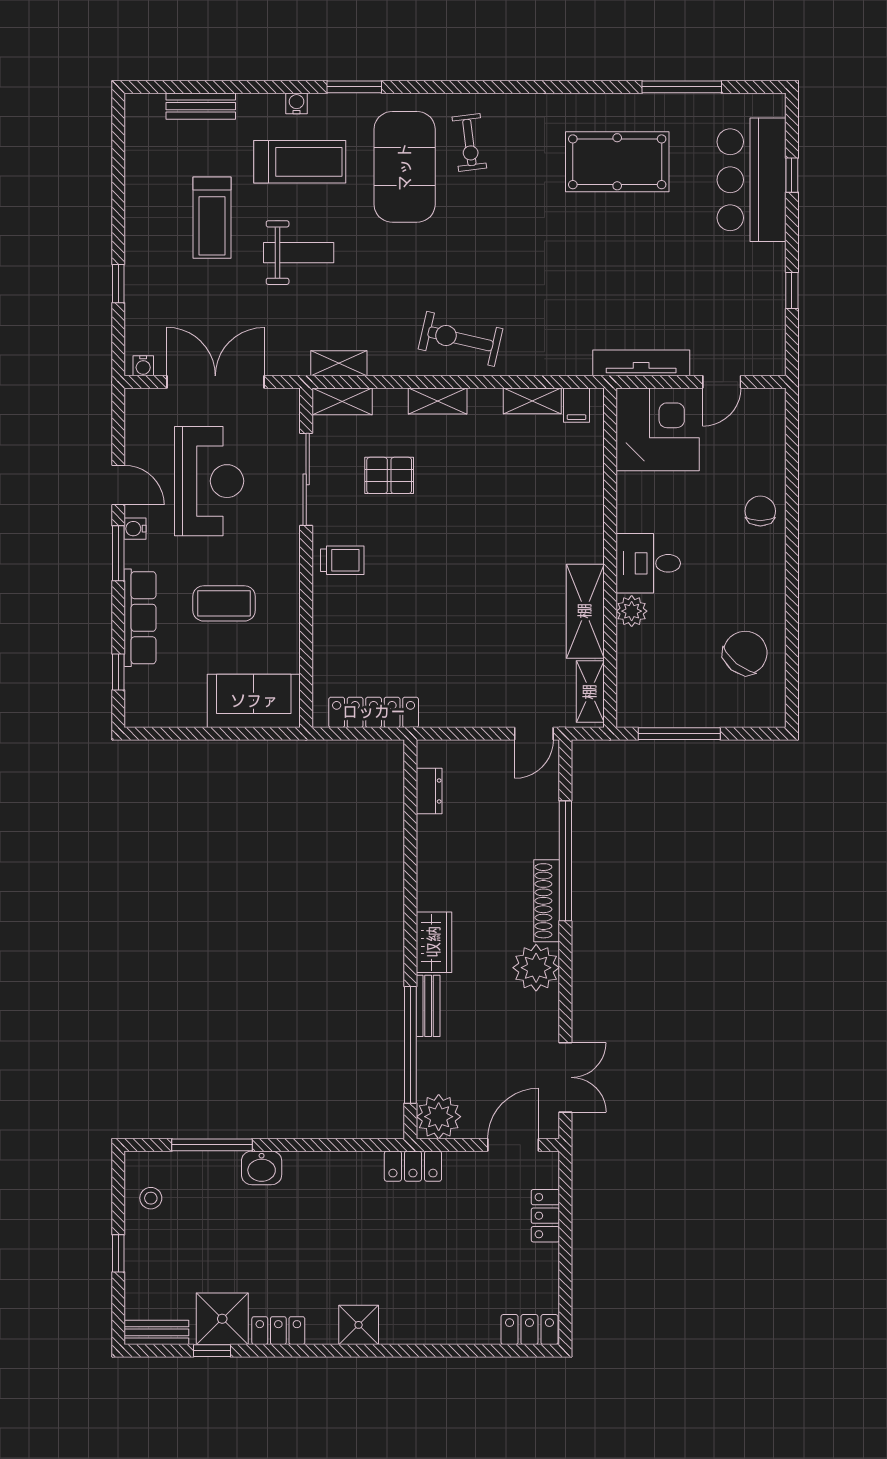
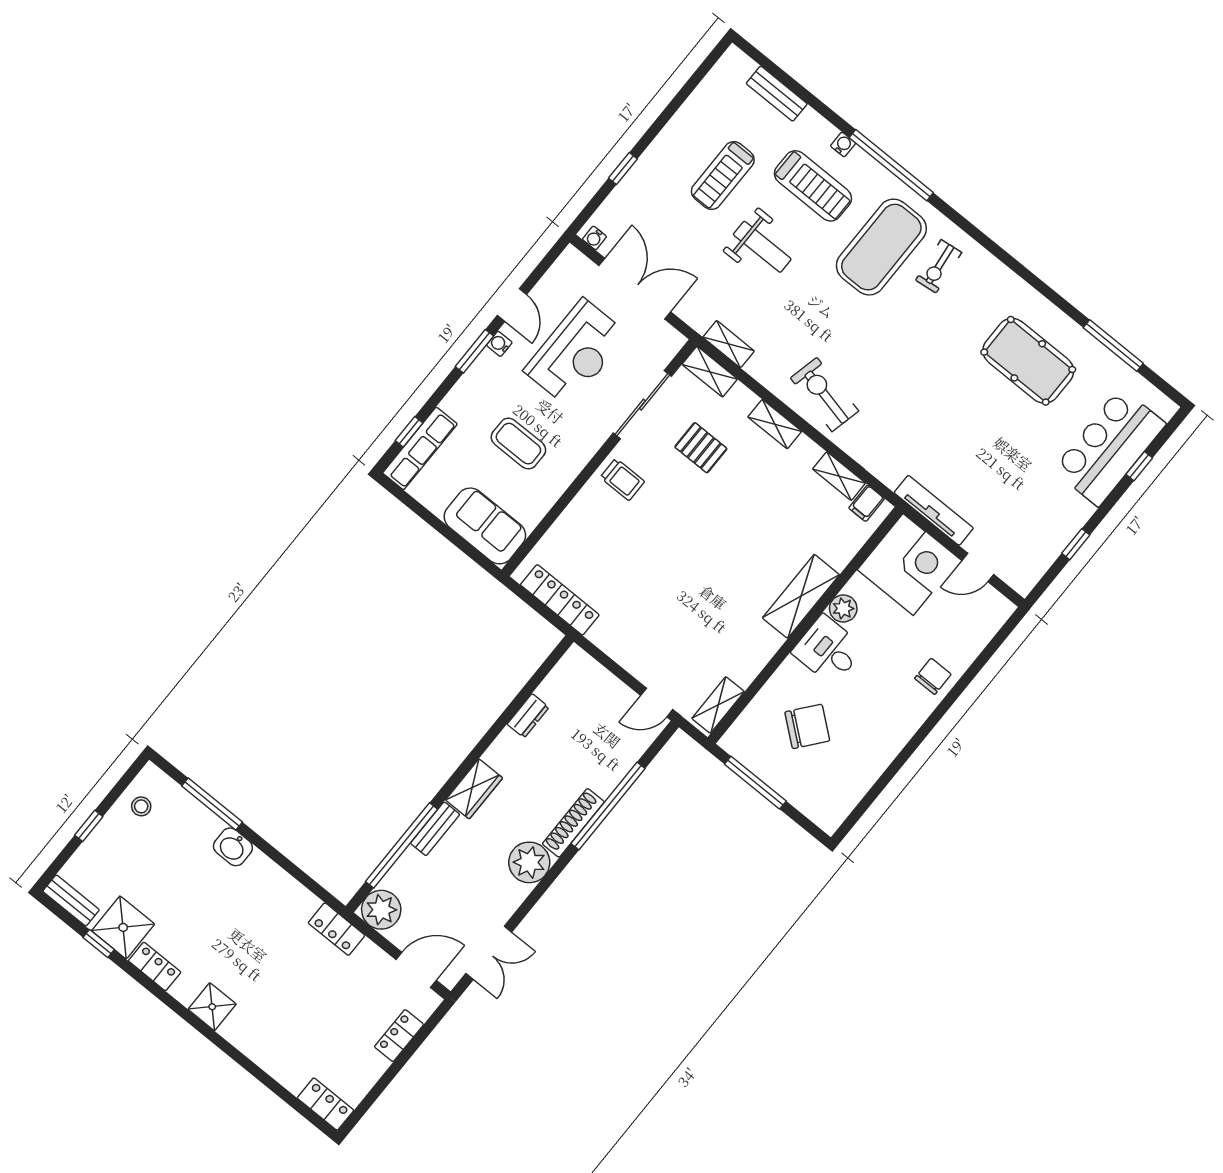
window: (354, 87) -> (891, 165), width x2.11
shelving: (585, 611) -> (801, 596), moved
plant: (632, 611) -> (843, 608), moved
row of seats: (140, 618) -> (420, 448), moved
chair: (745, 653) -> (807, 726), moved
dresser: (429, 791) -> (528, 716), moved

